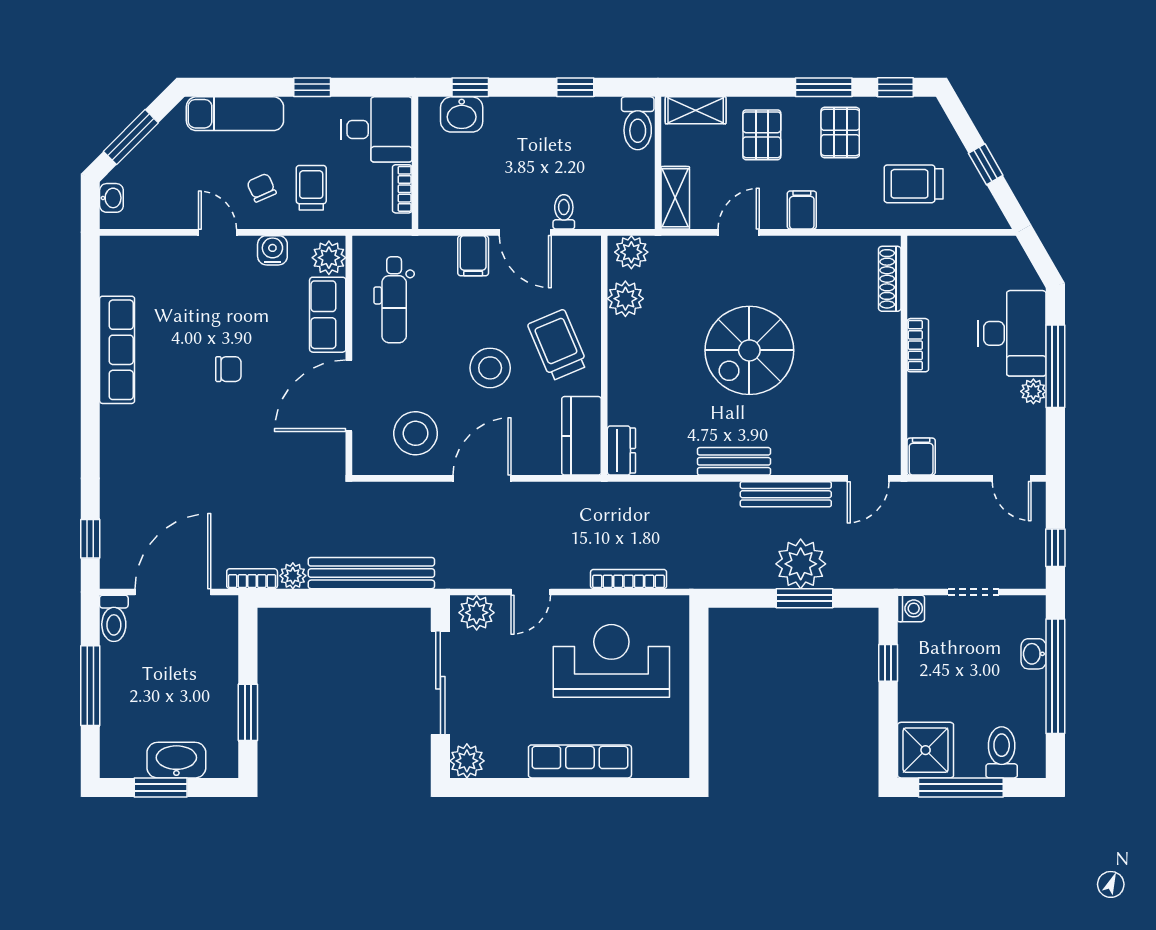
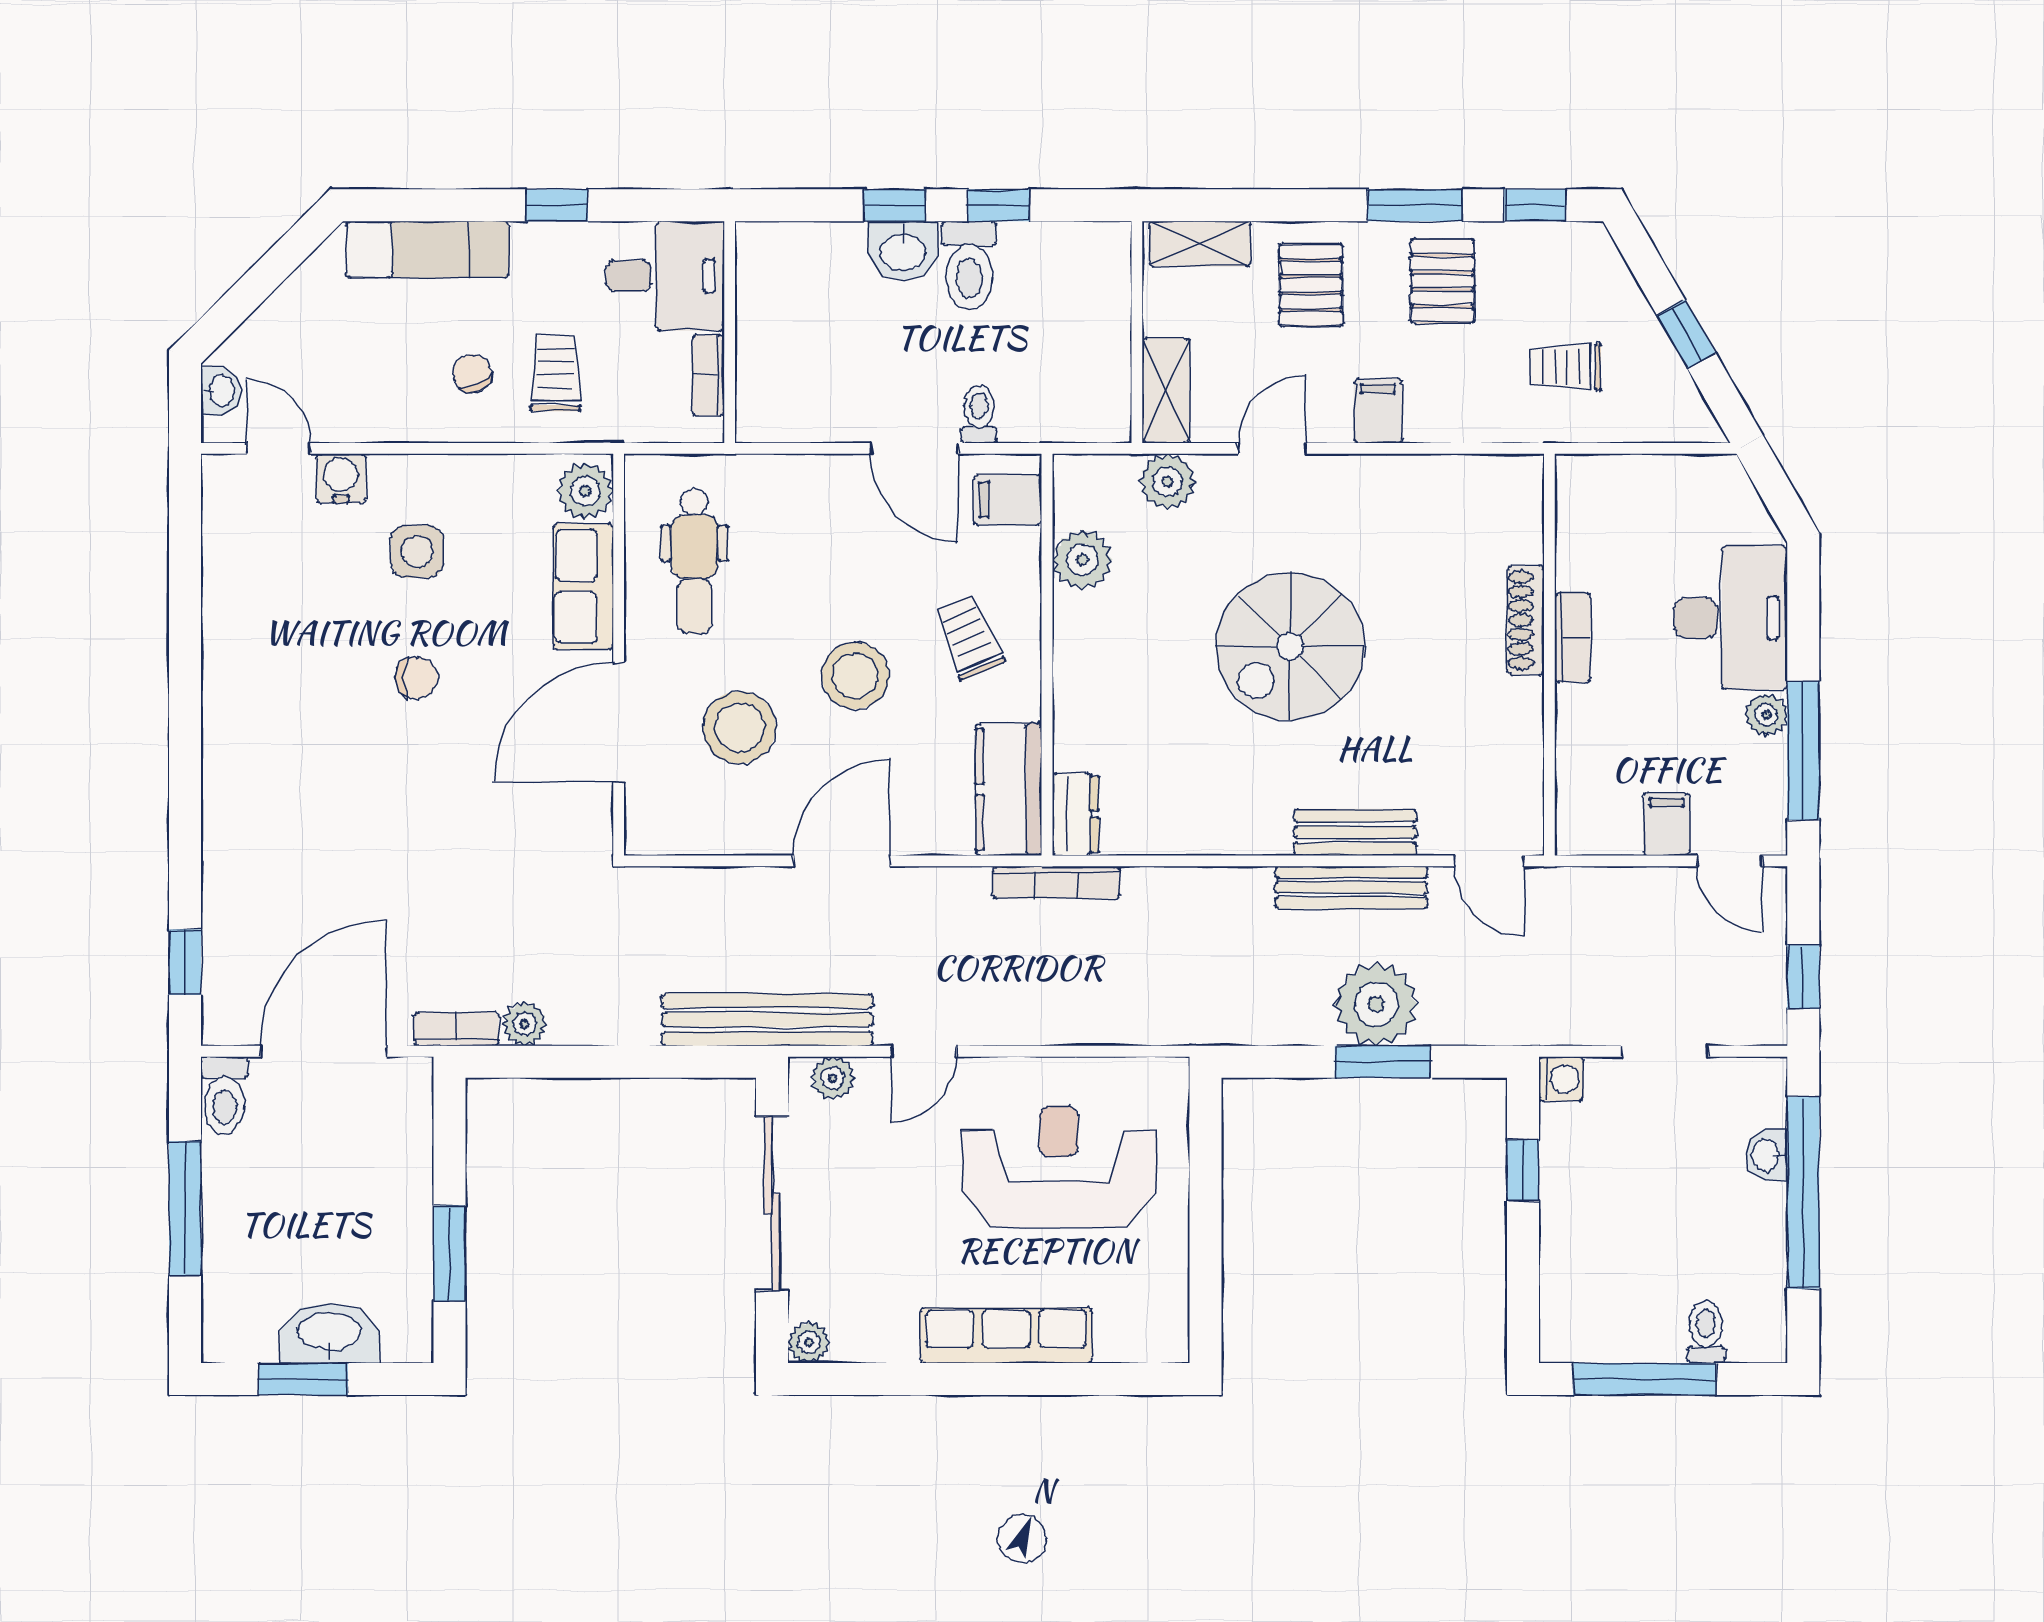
window: (470, 87) -> (895, 205), moved
washbasin: (462, 114) -> (903, 251), moved
toilet: (638, 123) -> (969, 266), moved
window: (131, 137) -> (253, 289), removed
trolley: (914, 184) -> (1566, 367), width x0.73, depth x0.72
door: (218, 232) -> (278, 448), moved
water cooler: (272, 250) -> (341, 478), moved
plant: (631, 252) -> (1167, 482), moved
filing cabinet: (473, 256) -> (1008, 500), moved, turned 90
shoe rack: (890, 279) -> (1525, 620), moved
side table: (229, 294) -> (417, 552), added
trolley: (558, 345) -> (969, 637), width x0.73, depth x0.72
row of seats: (117, 350) -> (230, 645), removed
window: (1055, 366) -> (1803, 751), moved
stool: (416, 433) -> (740, 727), moved
filing cabinet: (921, 457) -> (1667, 824), moved
bench: (734, 461) -> (1355, 832), moved
door: (868, 478) -> (1489, 861), hinge flipped
bench: (371, 573) -> (767, 1020), moved
bookcase: (629, 579) -> (1056, 882), moved, turned 180
plant: (477, 613) -> (833, 1078), width x0.73, depth x0.73
shower: (926, 750) -> (1586, 1316), removed
toilet: (1002, 752) -> (1706, 1332), width x0.73, depth x0.72
plant: (467, 761) -> (809, 1342), width x0.73, depth x0.73

